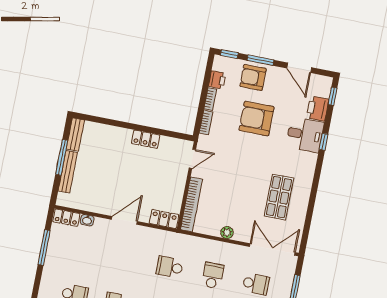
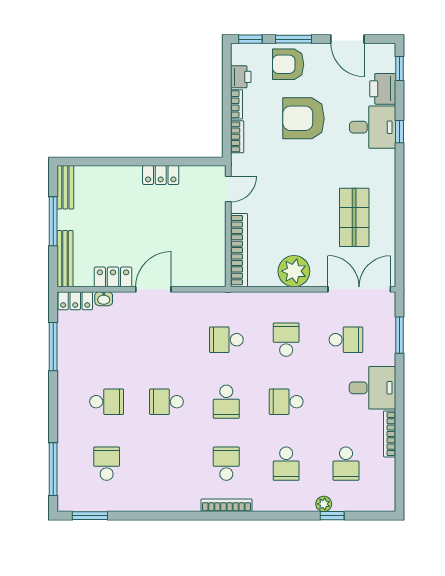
bench: (68, 172) -> (65, 259), moved
locker: (164, 219) -> (113, 277), moved
plant: (227, 233) -> (294, 271), width x1.88, depth x1.88

